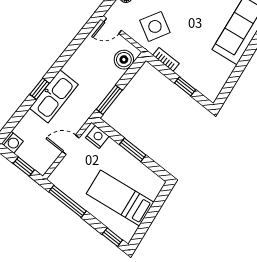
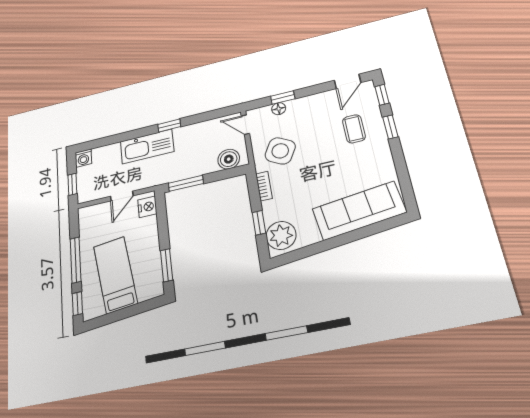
plant: (207, 83) -> (281, 235), added
window: (40, 89) -> (169, 126), moved
door: (71, 145) -> (122, 196), swing flipped
window: (133, 150) -> (167, 265), moved
window: (67, 201) -> (75, 260), moved

